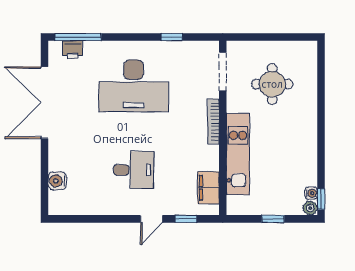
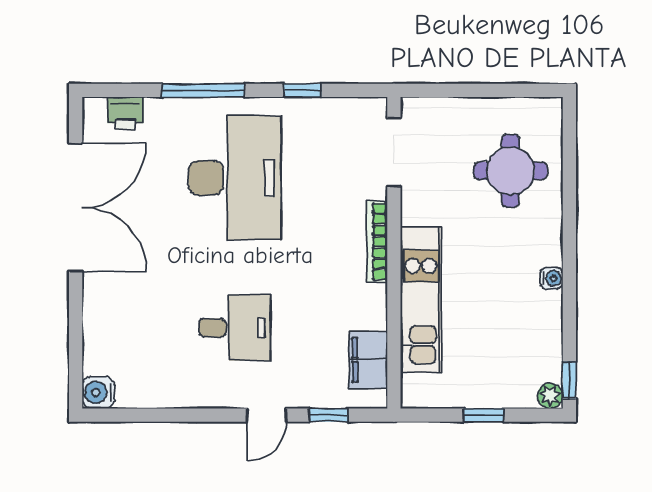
window: (78, 37) -> (203, 90), moved
round table: (272, 84) -> (510, 171), moved
desk: (134, 86) -> (235, 178), turned -90
double door: (45, 103) -> (76, 208), swing flipped
water cooler: (57, 181) -> (98, 392), moved
water cooler: (311, 193) -> (552, 278), moved

